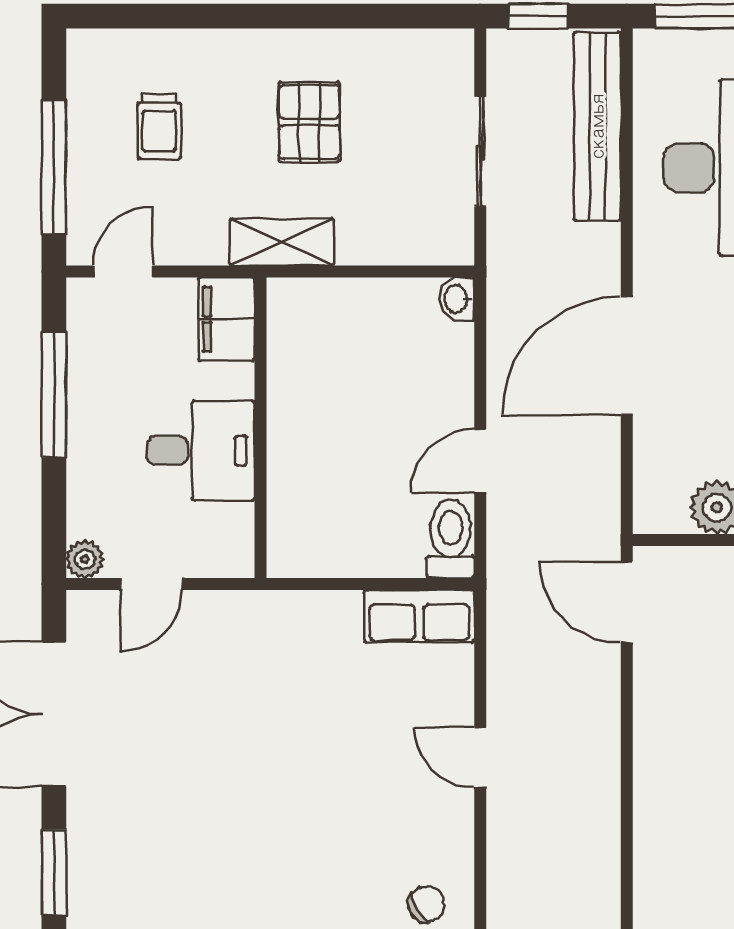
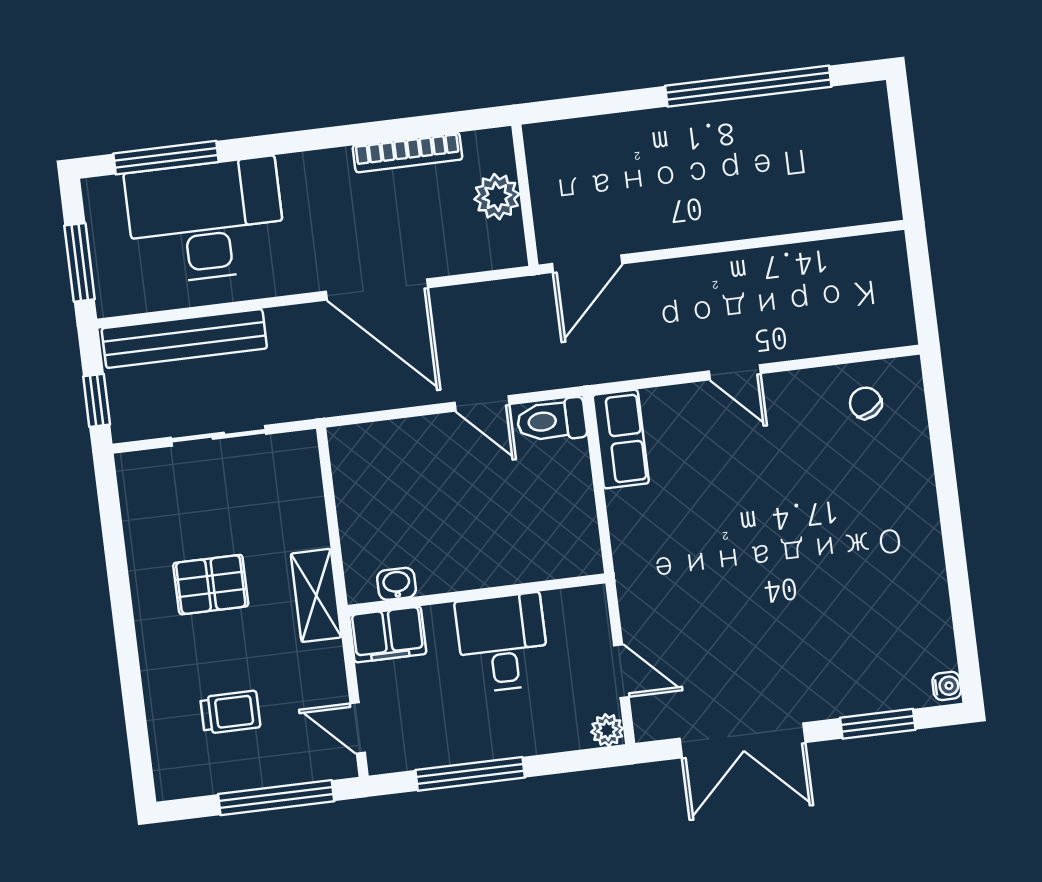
washbasin: (457, 299) -> (397, 584), moved, turned 180
door: (480, 757) -> (735, 372), hinge flipped

